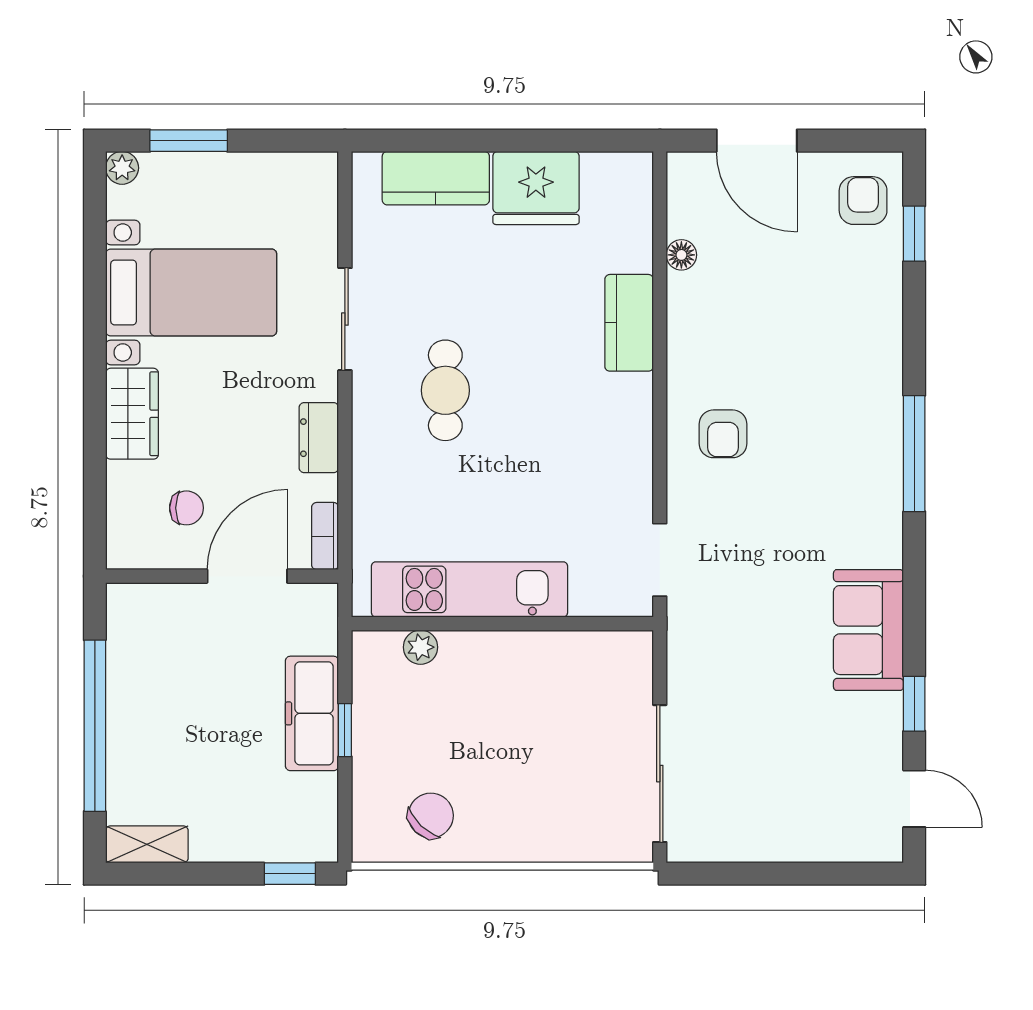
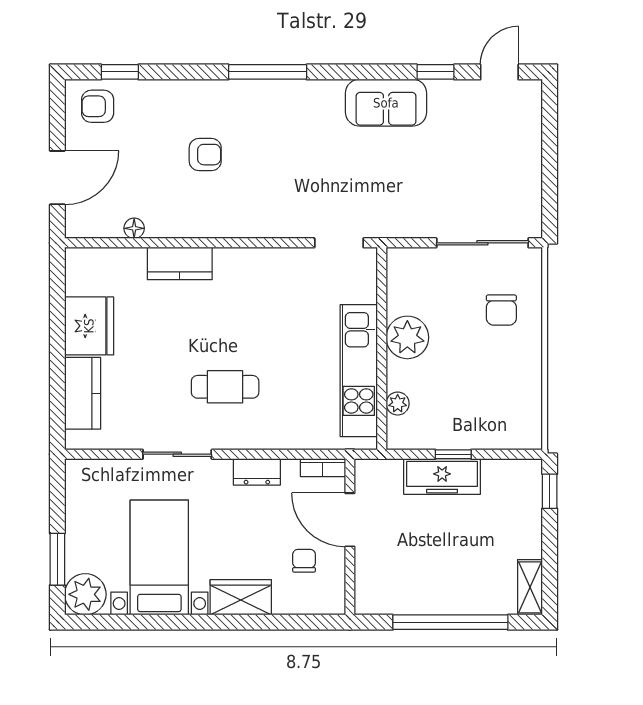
plant: (122, 168) -> (85, 594), width x1.87, depth x1.87
armchair: (723, 434) -> (205, 155), moved
plant: (519, 662) -> (407, 337), added
chair: (431, 816) -> (501, 310), moved, turned -134

